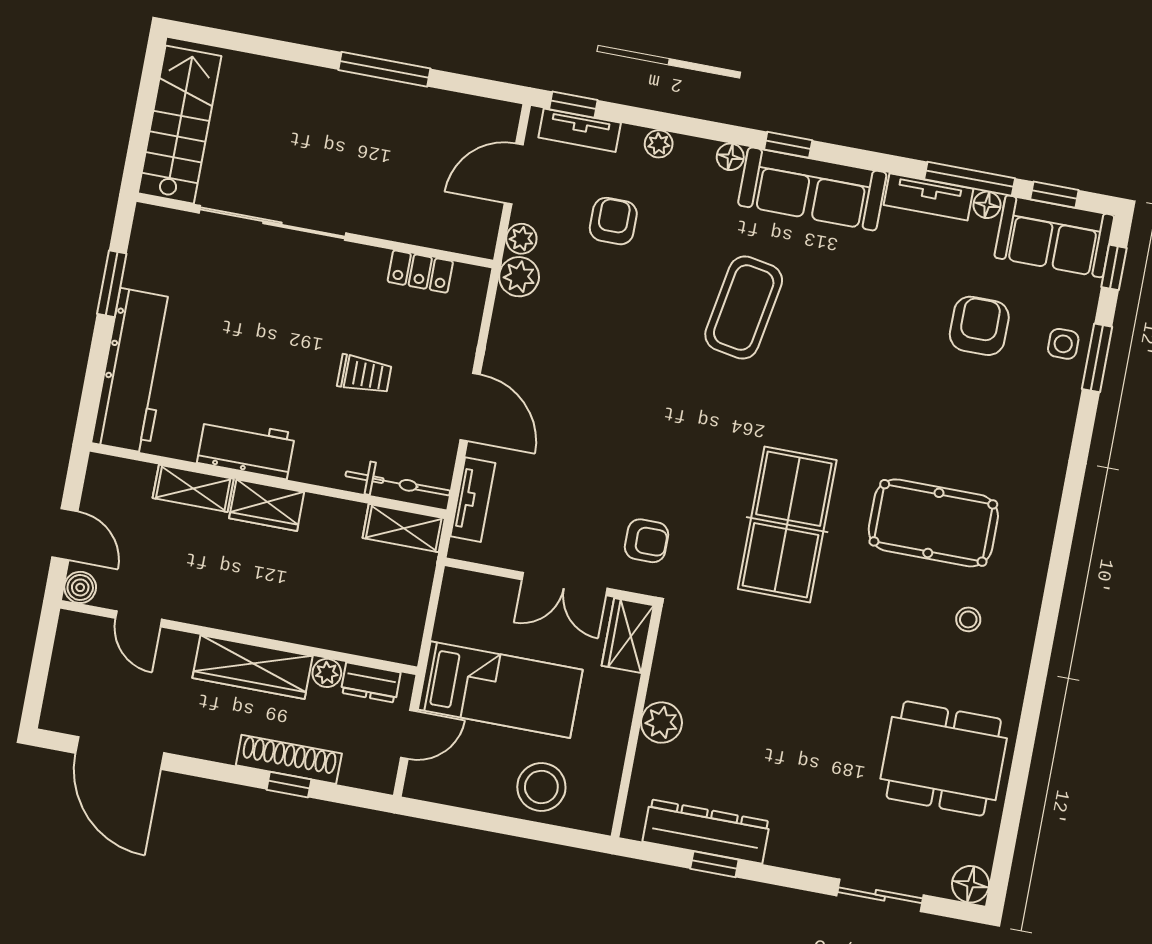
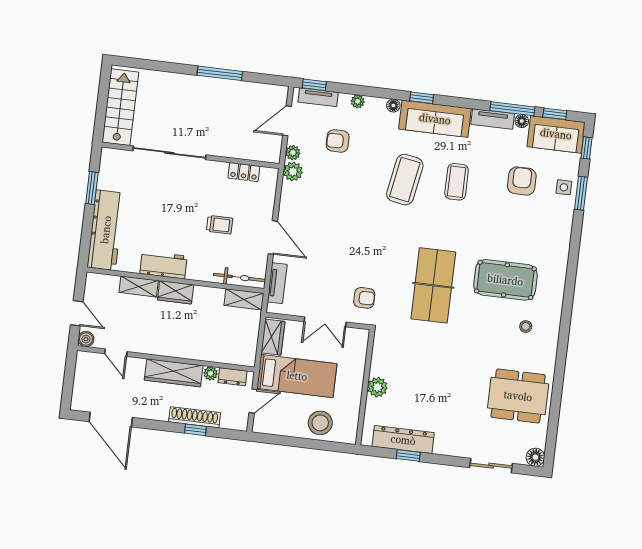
armchair: (613, 221) -> (338, 141), turned -90
coffee table: (848, 319) -> (457, 182), added
wardrobe: (628, 635) -> (273, 337), moved, turned 180

